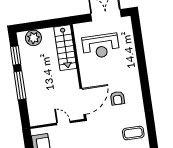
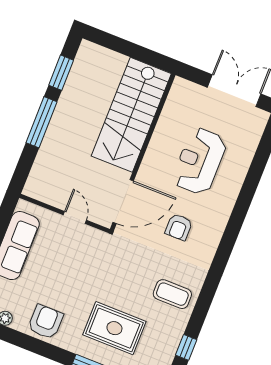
plant: (33, 38) -> (104, 62), removed
reception desk: (101, 46) -> (199, 161), moved, turned 90
stairs: (65, 48) -> (131, 115), width x1.36, depth x1.51

